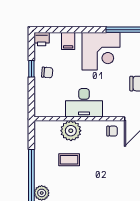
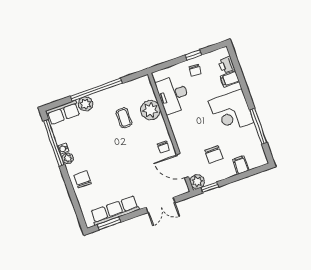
printer: (42, 39) -> (227, 65), moved
desk: (84, 103) -> (173, 95), moved

